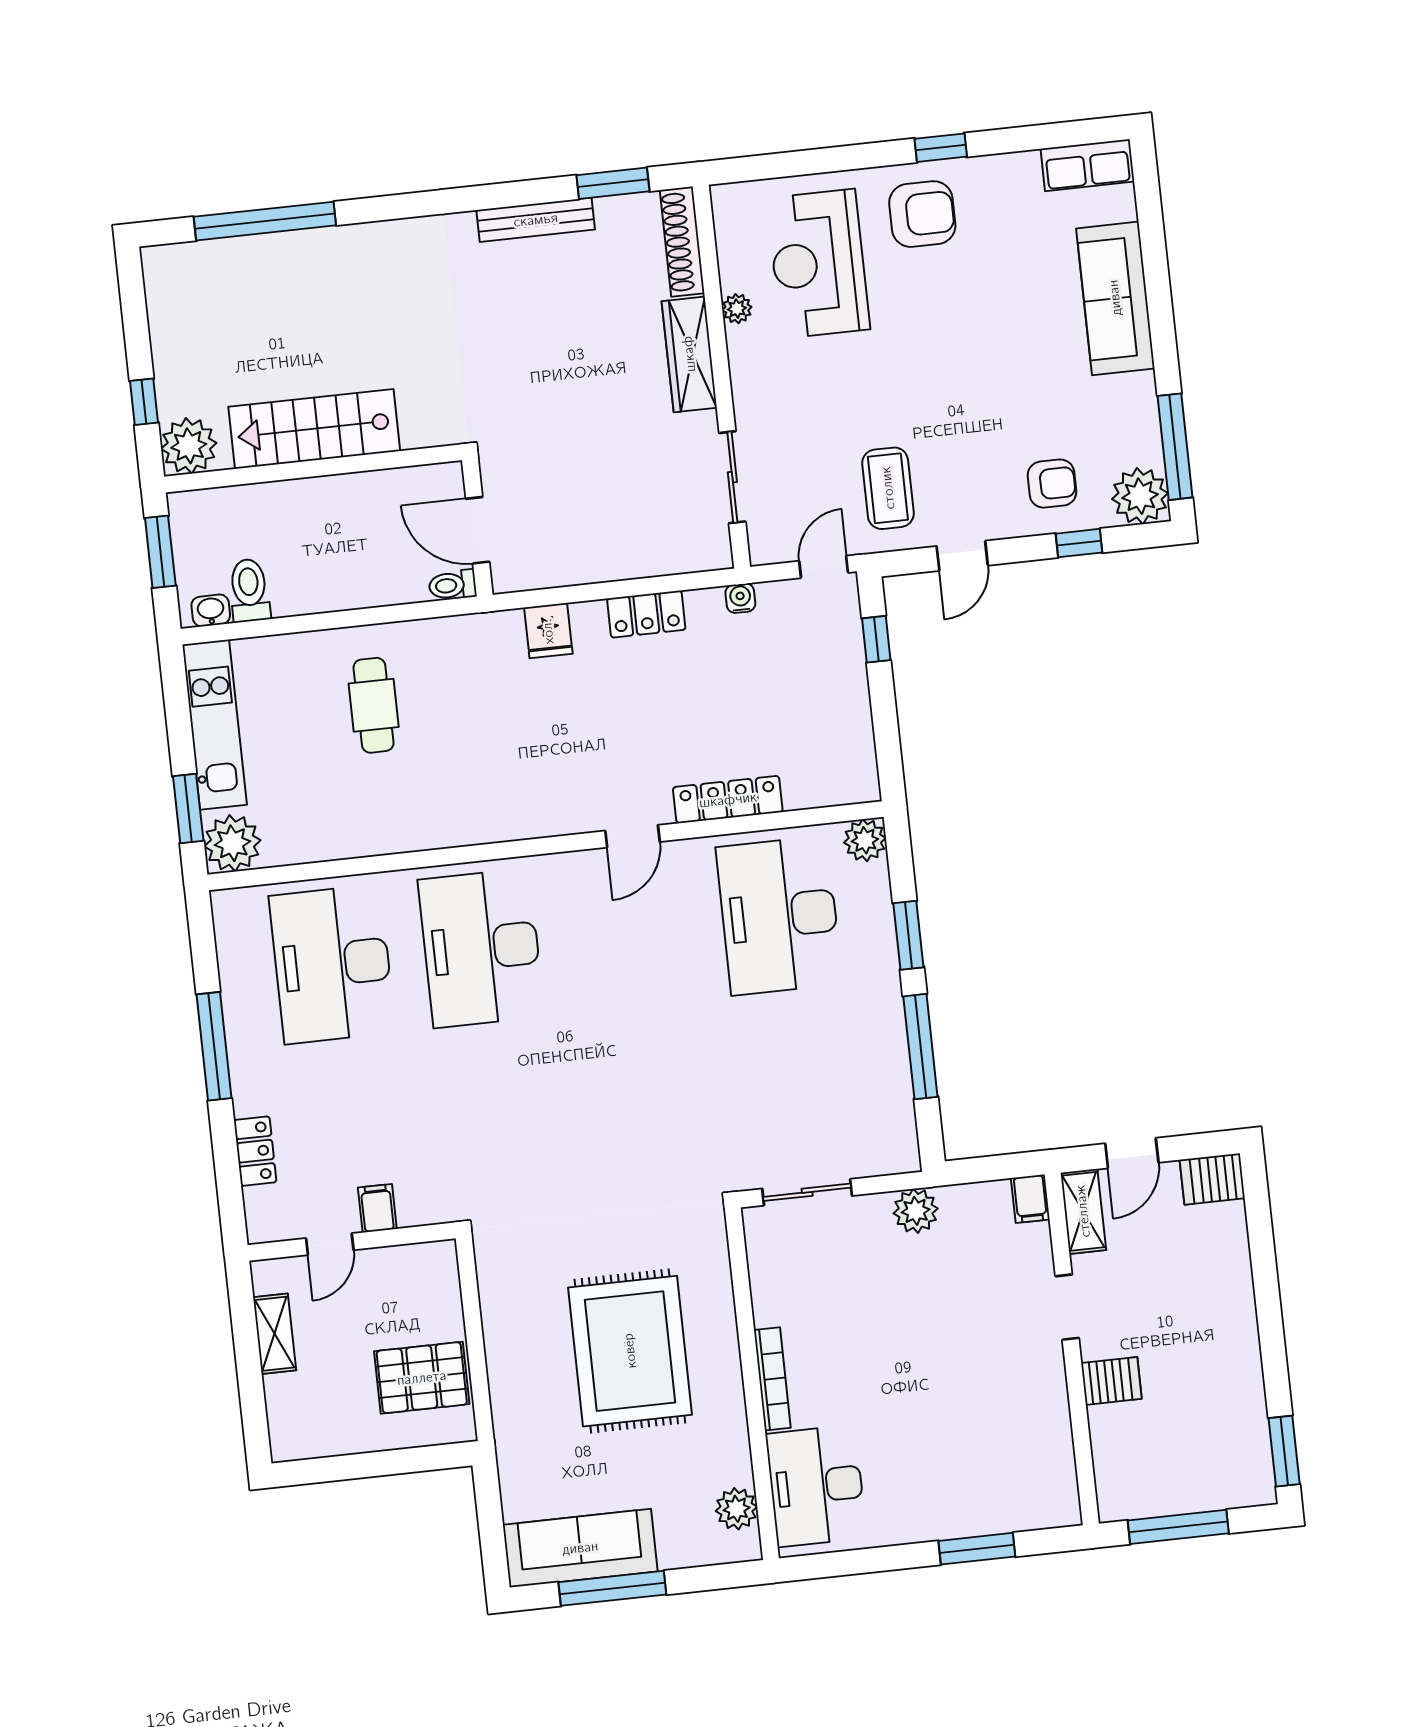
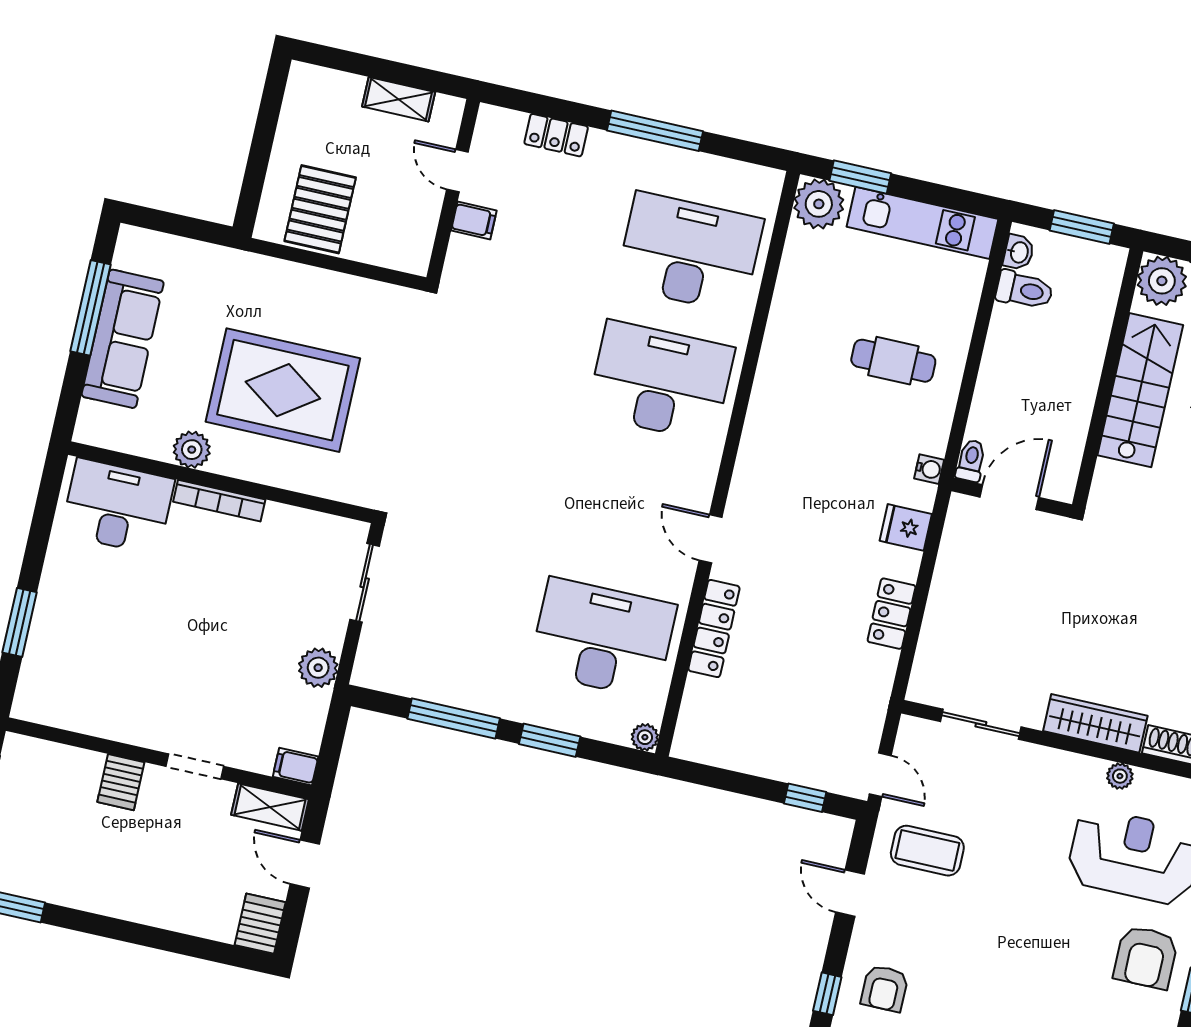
water cooler: (740, 598) -> (929, 469), moved
plant: (865, 840) -> (645, 737), width x0.73, depth x0.73
plant: (736, 1509) -> (192, 450), moved
sofa: (580, 1548) -> (123, 339), moved

